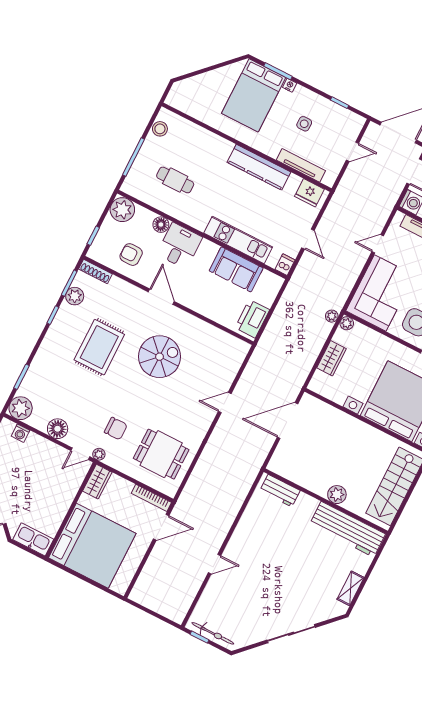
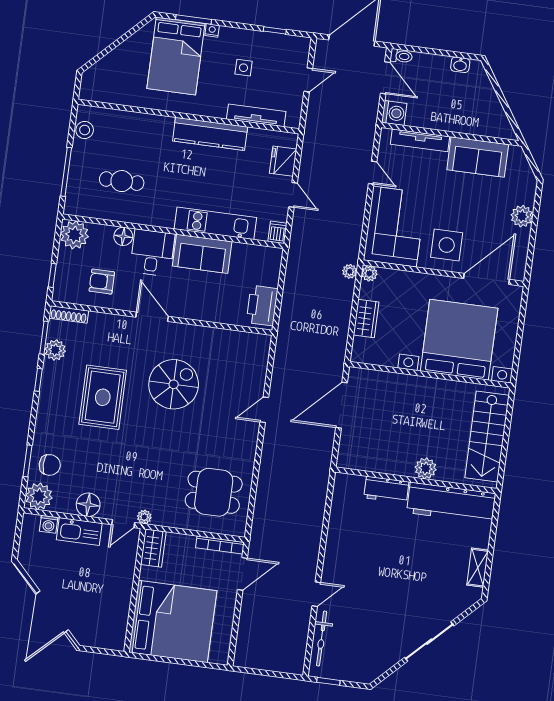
fridge: (309, 193) -> (283, 161), moved, turned 90
door: (378, 244) -> (373, 173), swing flipped
sofa: (236, 269) -> (202, 254), moved
chair: (116, 429) -> (50, 465), moved
workbench: (280, 491) -> (386, 490), moved
kitchen sink: (33, 539) -> (79, 532), moved, turned 180
bicycle: (213, 633) -> (322, 639), moved, turned 90

